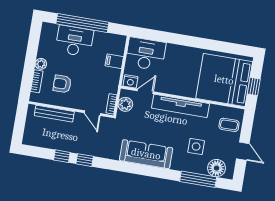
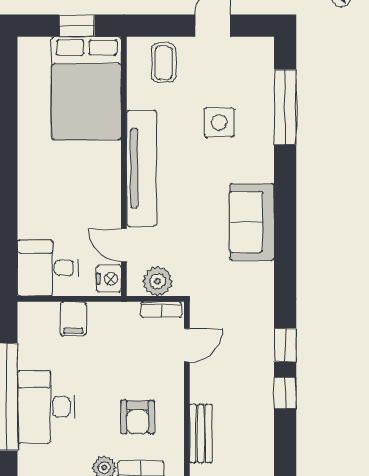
desk: (146, 54) -> (48, 268), width x0.73
bed: (224, 80) -> (86, 88), width x0.73
bench: (54, 114) -> (201, 434), width x0.73
sofa: (146, 154) -> (252, 222), width x0.73
floor lamp: (217, 168) -> (256, 73), removed

